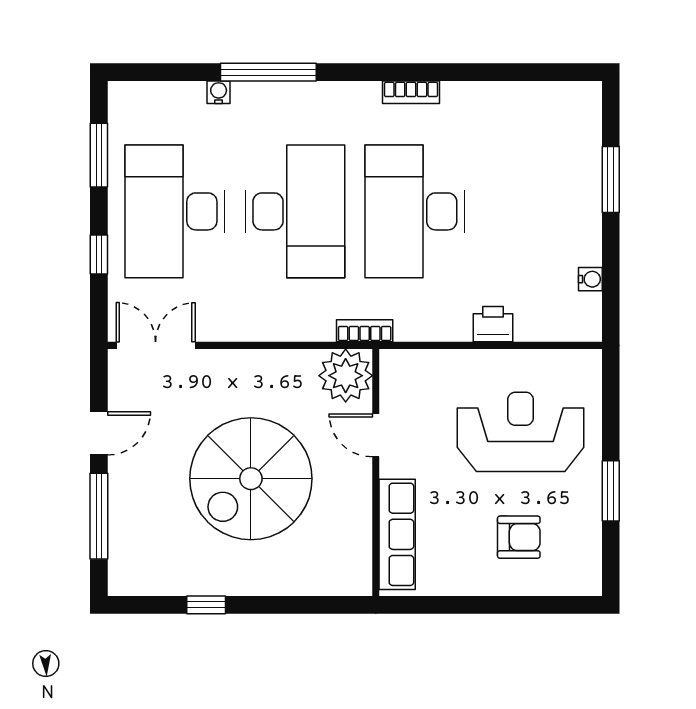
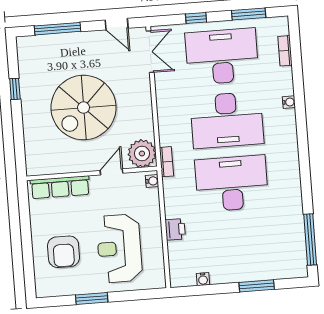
window: (268, 72) -> (310, 240), moved
water cooler: (219, 92) -> (289, 102), moved
bookcase: (411, 92) -> (285, 51), moved
water cooler: (399, 361) -> (152, 181), added
reception desk: (521, 432) -> (119, 248), turned 180
door: (99, 433) -> (117, 24), moved
spiral stairs: (251, 479) -> (84, 108), turned -90
armchair: (519, 537) -> (64, 252), width x1.38, depth x1.38

